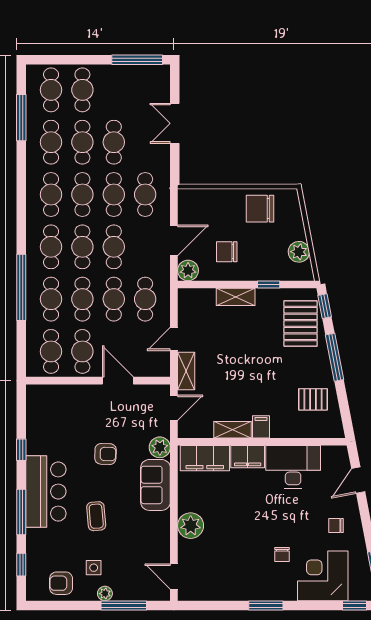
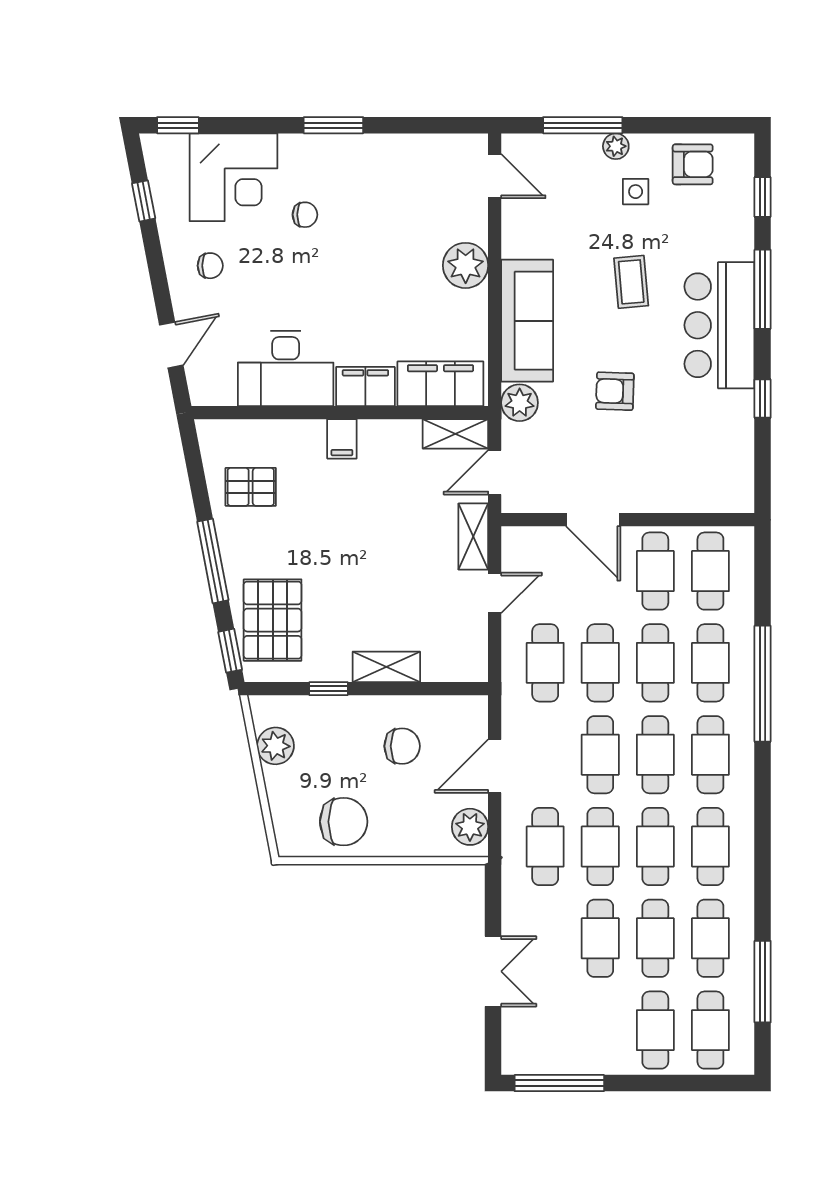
plant: (188, 270) -> (470, 827), moved
shelving: (232, 430) -> (455, 434), moved
sofa: (155, 485) -> (527, 321), width x1.36
chair: (282, 554) -> (305, 215), turned 90

